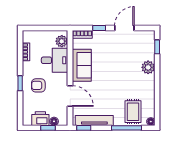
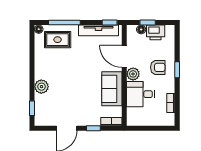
plant: (62, 41) -> (133, 74), moved
rug: (133, 112) -> (58, 40), turned 90

